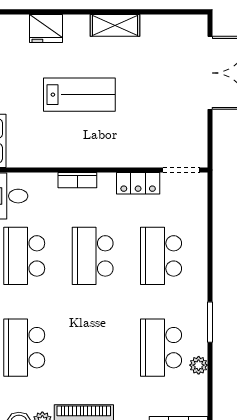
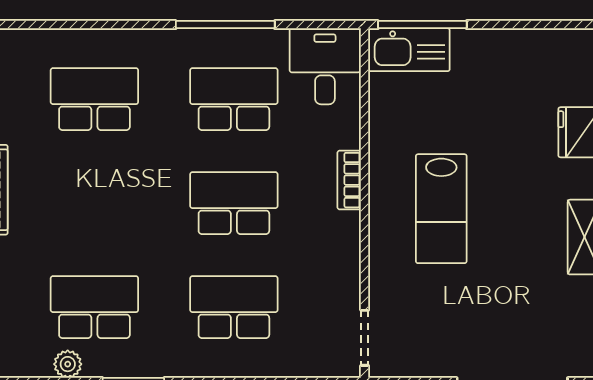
lab bench: (79, 95) -> (441, 209), moved
locker: (138, 183) -> (344, 272), removed

